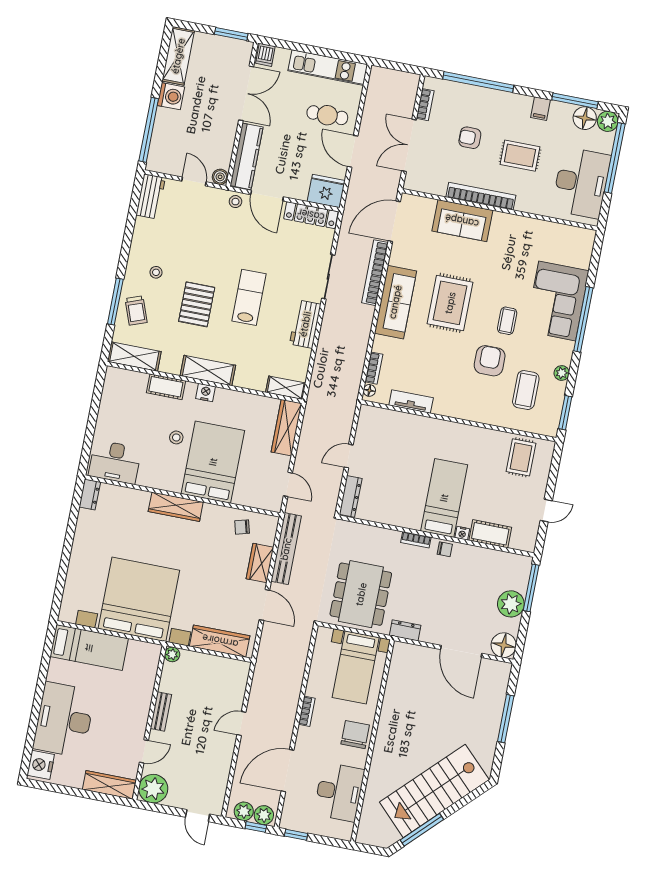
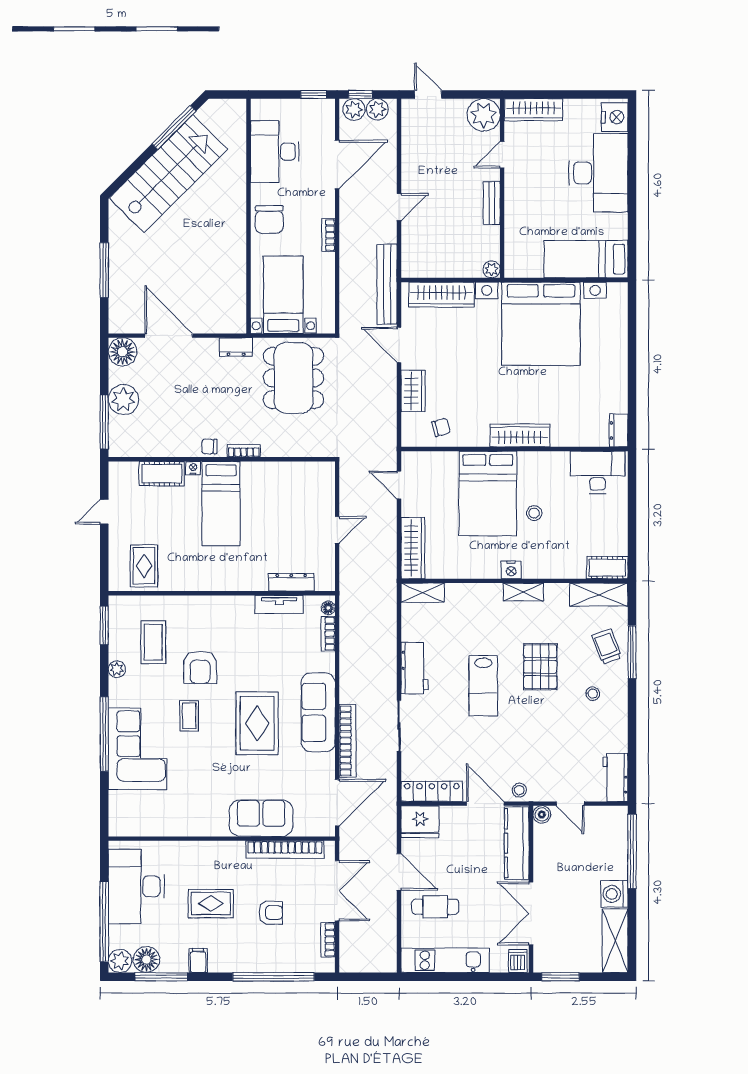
bookcase: (481, 196) -> (285, 850), moved
shelving: (208, 371) -> (523, 592), width x0.67, depth x0.75
cot: (166, 387) -> (607, 568), moved
dresser: (351, 496) -> (291, 582), moved, turned 90
bench: (286, 549) -> (387, 284), moved

